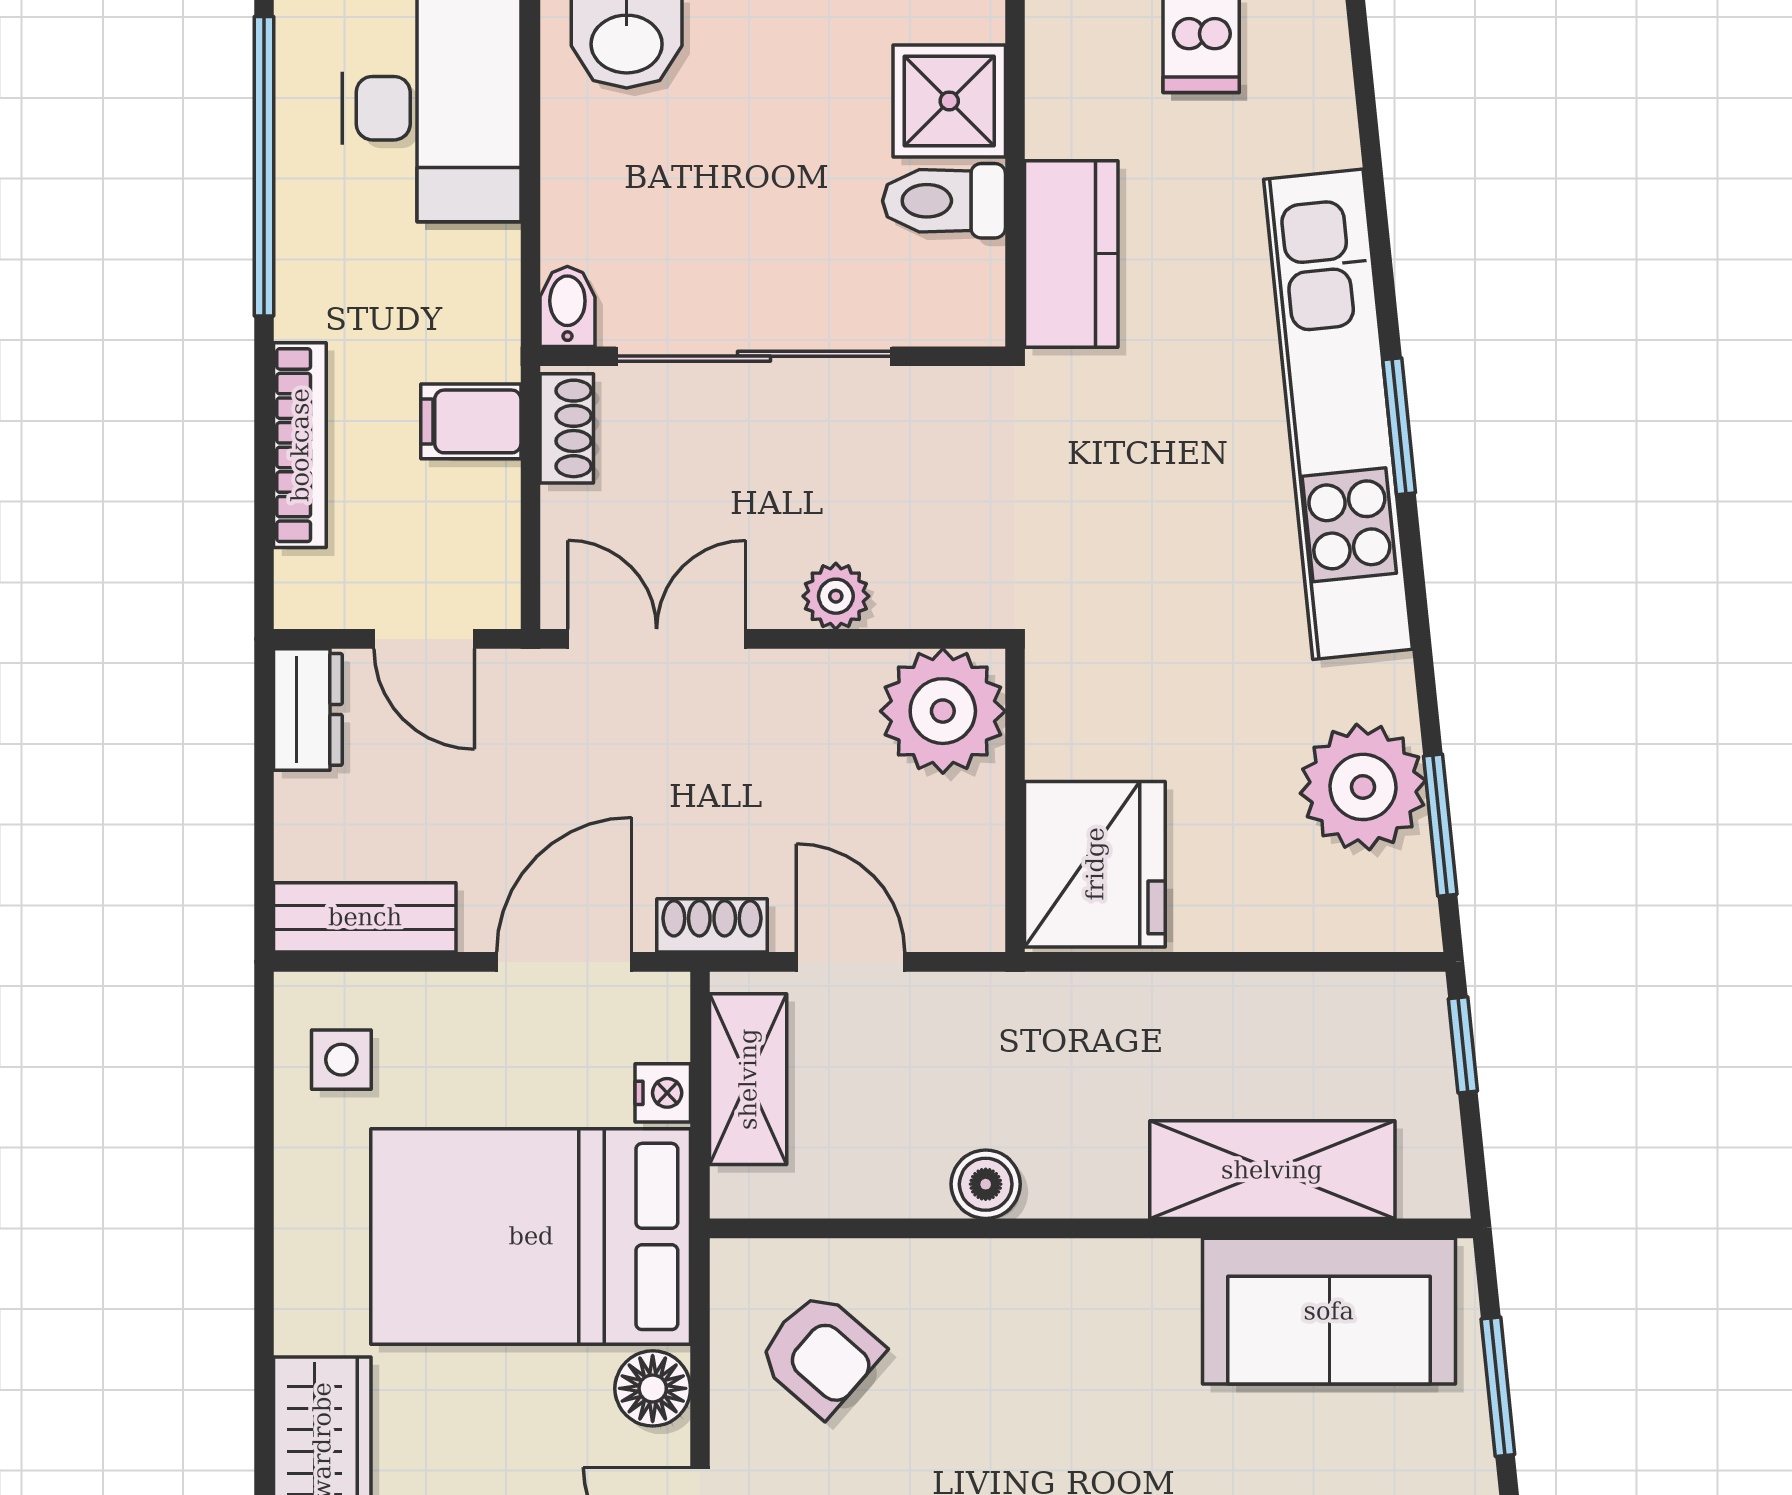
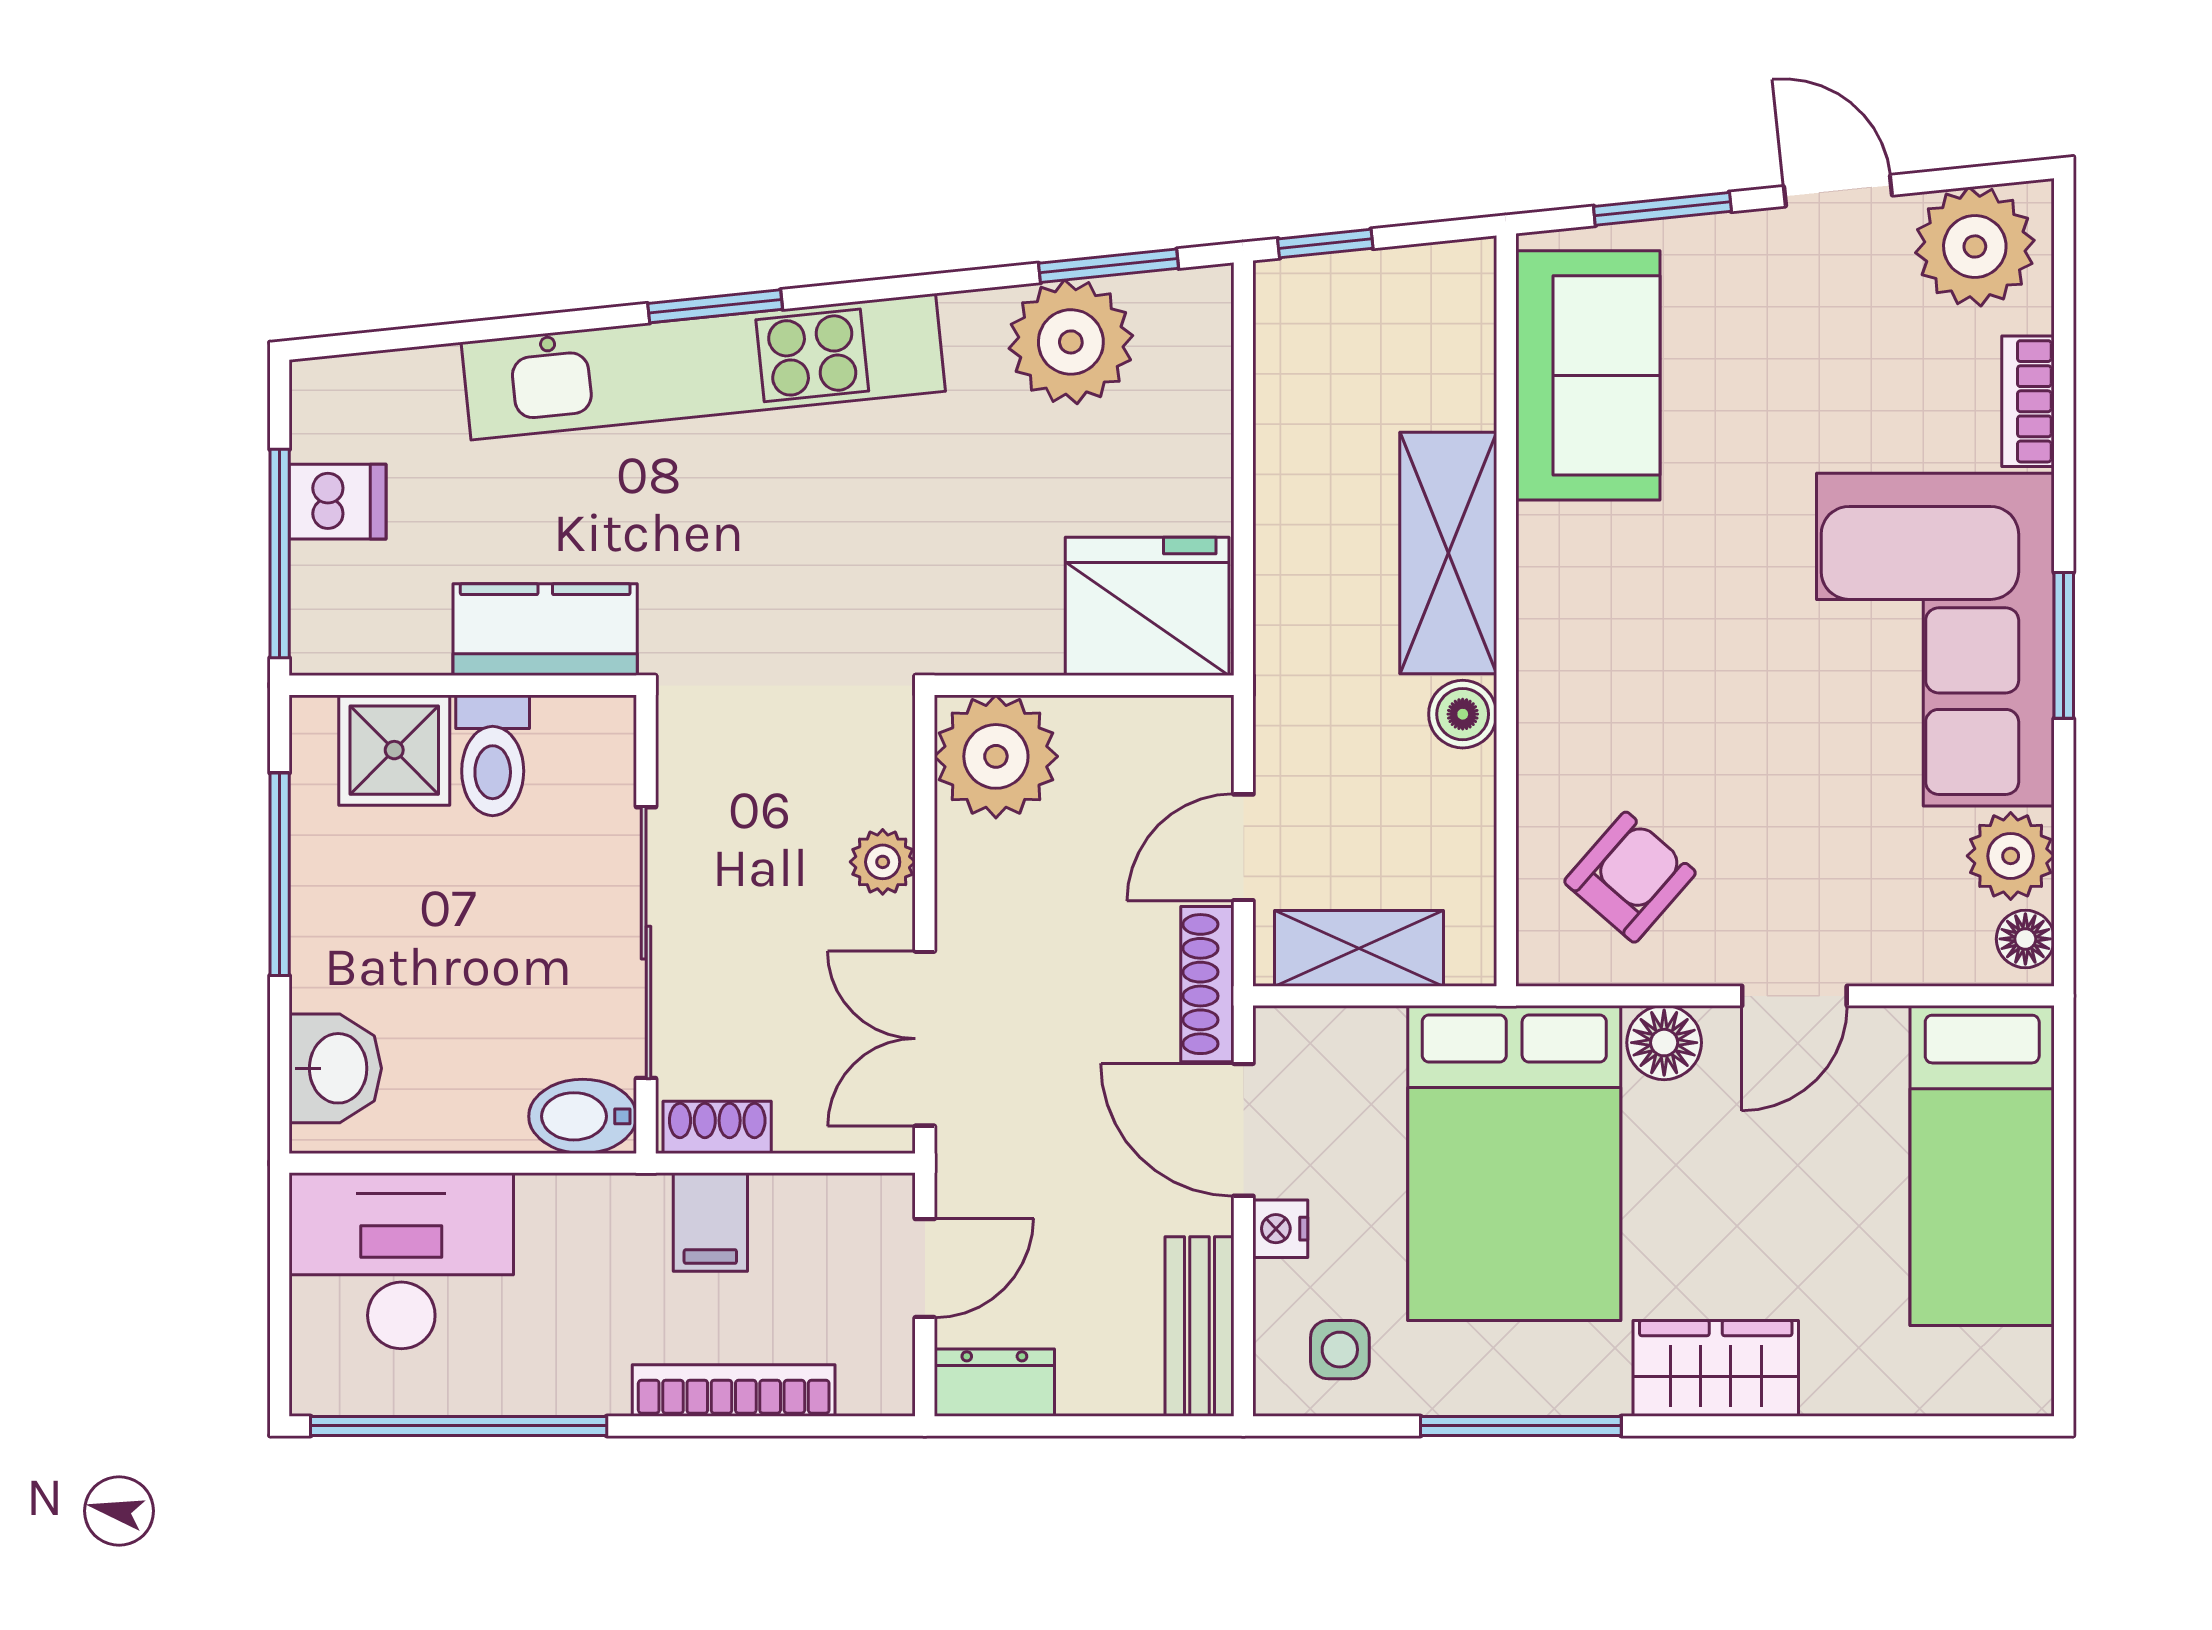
bidet: (567, 306) -> (583, 1116), width x1.38, depth x1.36
shoe rack: (712, 925) -> (1207, 984), width x1.43
nightstand: (663, 1093) -> (1280, 1229), moved, turned -90
shelving: (1272, 1170) -> (1448, 553), moved
window: (264, 1243) -> (1521, 1426), added

